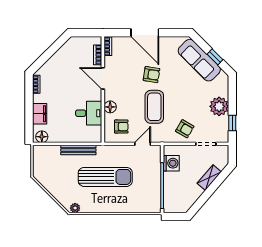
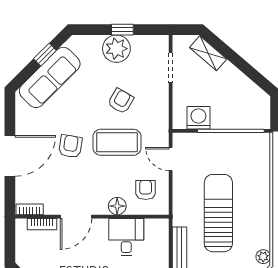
window: (232, 123) -> (122, 30), moved
armchair: (185, 129) -> (121, 101), moved
shelving: (209, 178) -> (208, 53), moved

